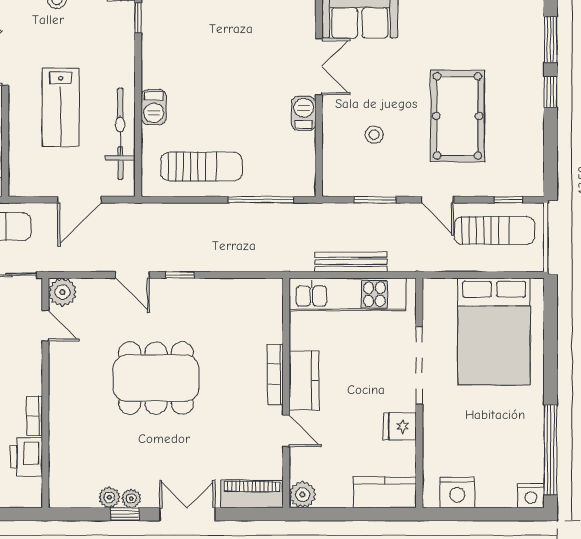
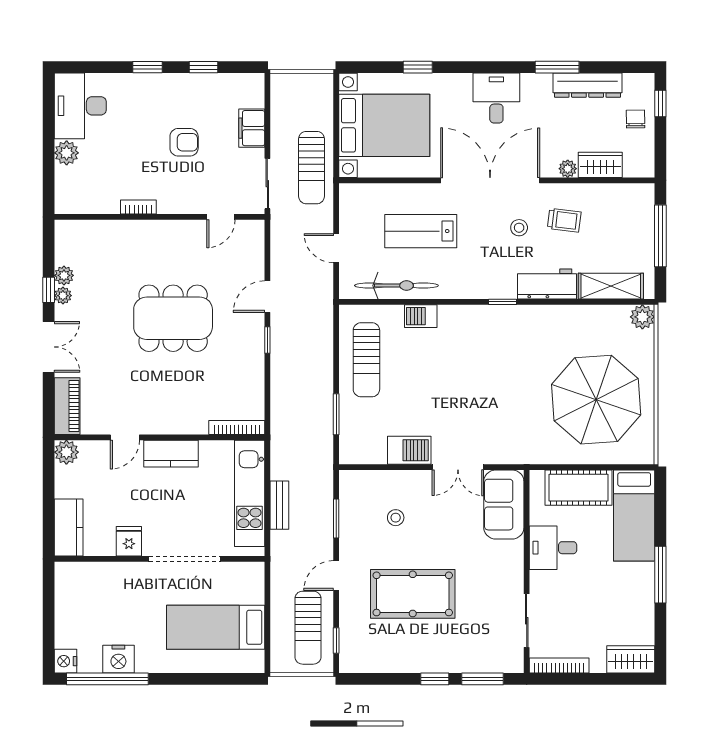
barbecue: (304, 113) -> (409, 450), width x1.38, depth x1.27
door: (79, 200) -> (336, 248), width x0.73
window: (261, 200) -> (336, 414), width x0.69
bench: (351, 262) -> (279, 505), width x0.73
plant: (62, 292) -> (252, 233), removed
bed: (494, 332) -> (216, 627), width x0.67
bookcase: (275, 374) -> (237, 427), moved
dining table: (156, 378) -> (173, 318), turned 90
printer: (26, 457) -> (101, 200), removed
nightstand: (457, 492) -> (118, 659), moved, turned -90

